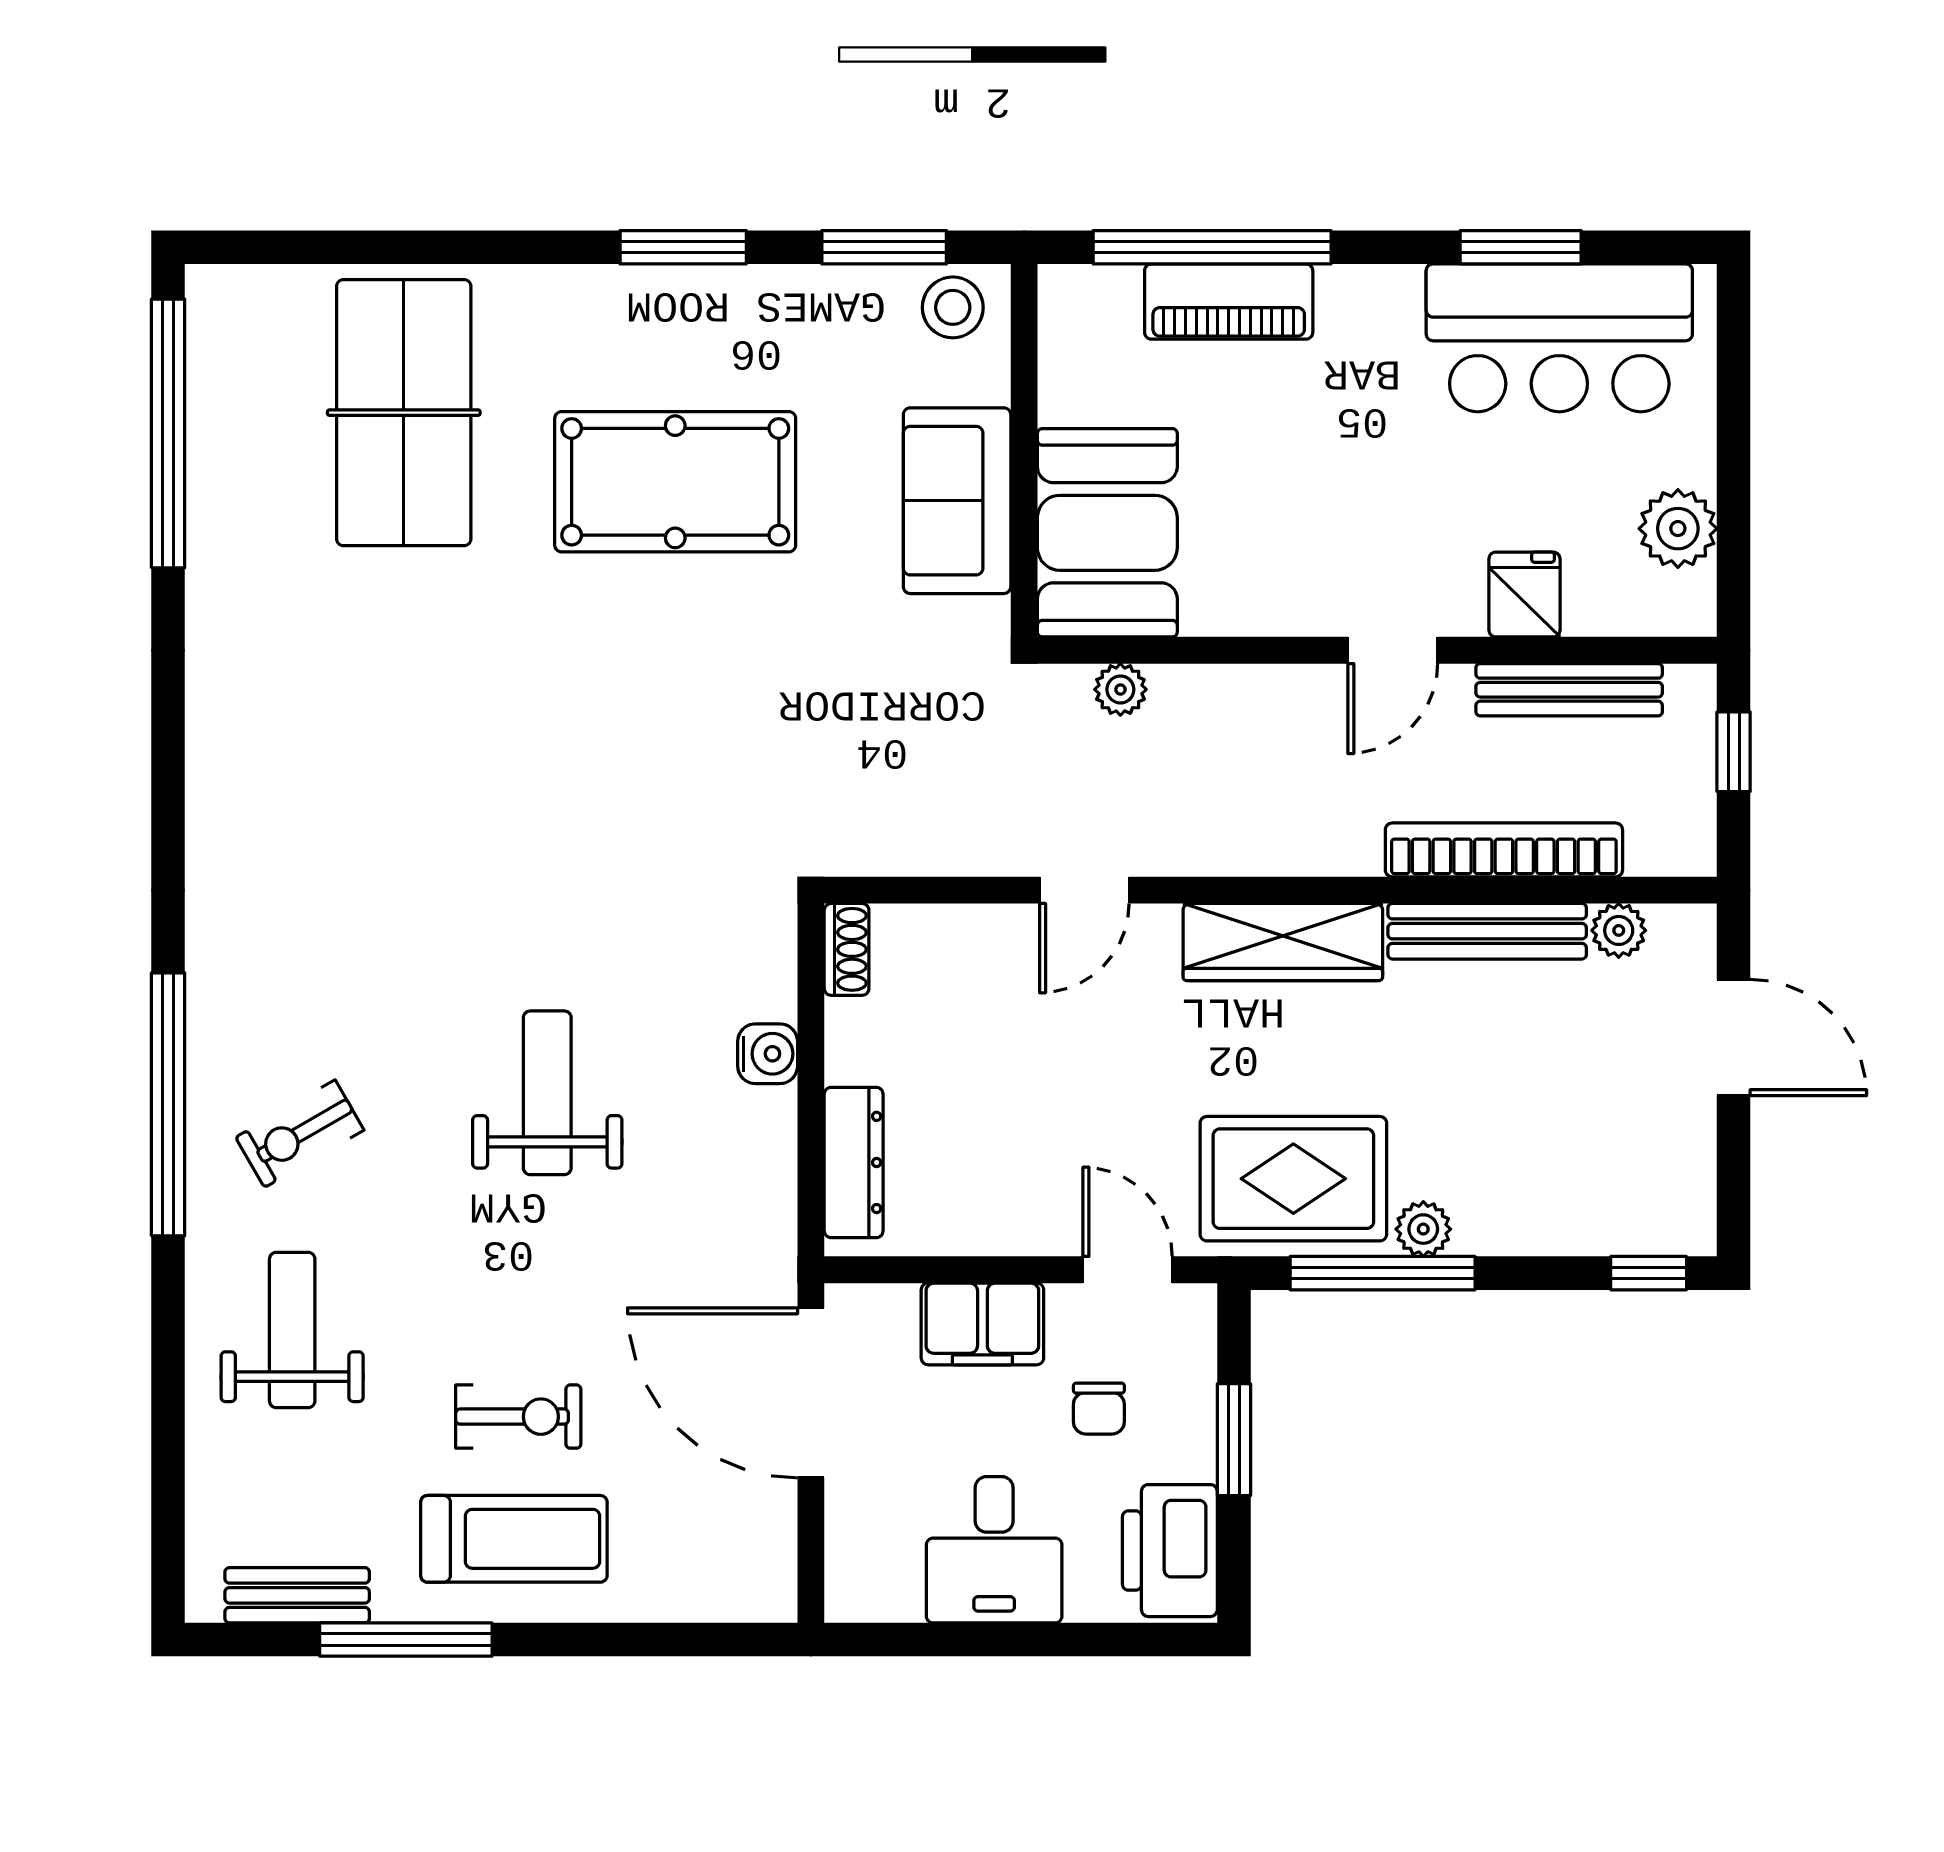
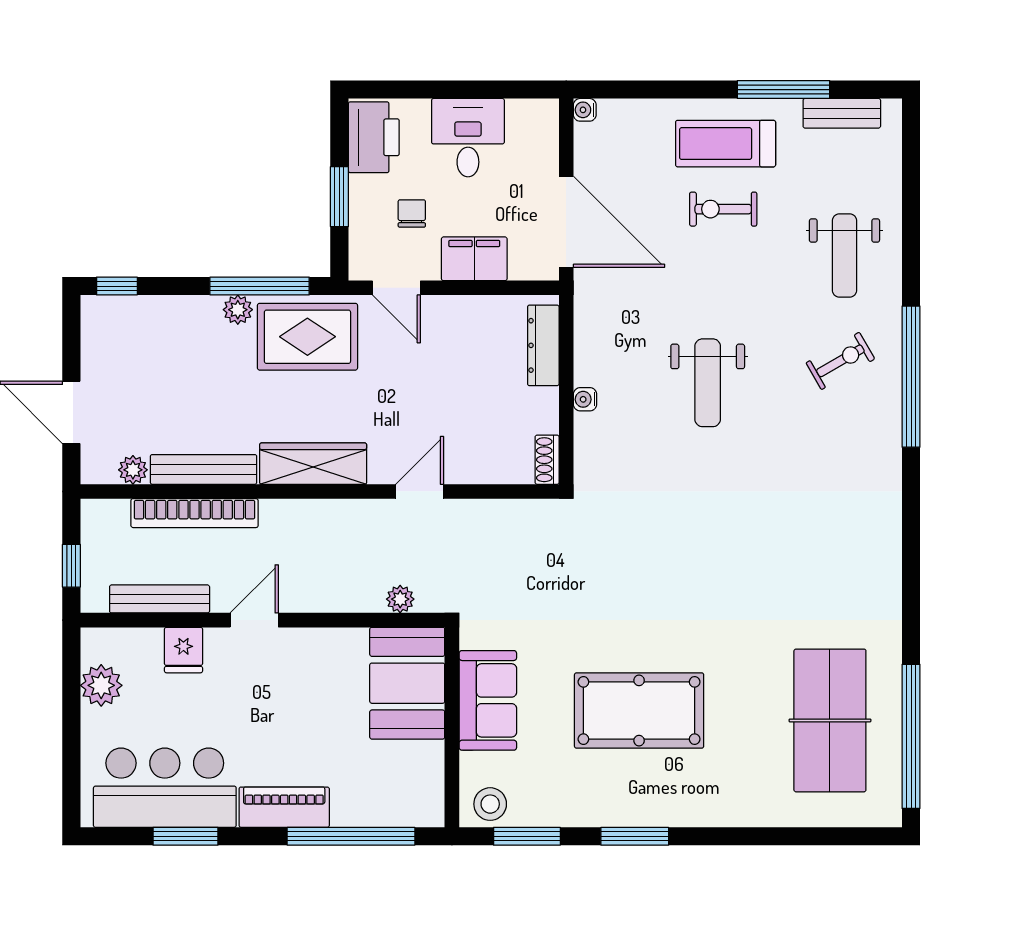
piano: (1229, 302) -> (284, 807), moved
table tennis table: (404, 413) -> (830, 720), moved
water cooler: (768, 1054) -> (585, 399), width x0.72, depth x0.72
water cooler: (776, 1602) -> (585, 110), added

